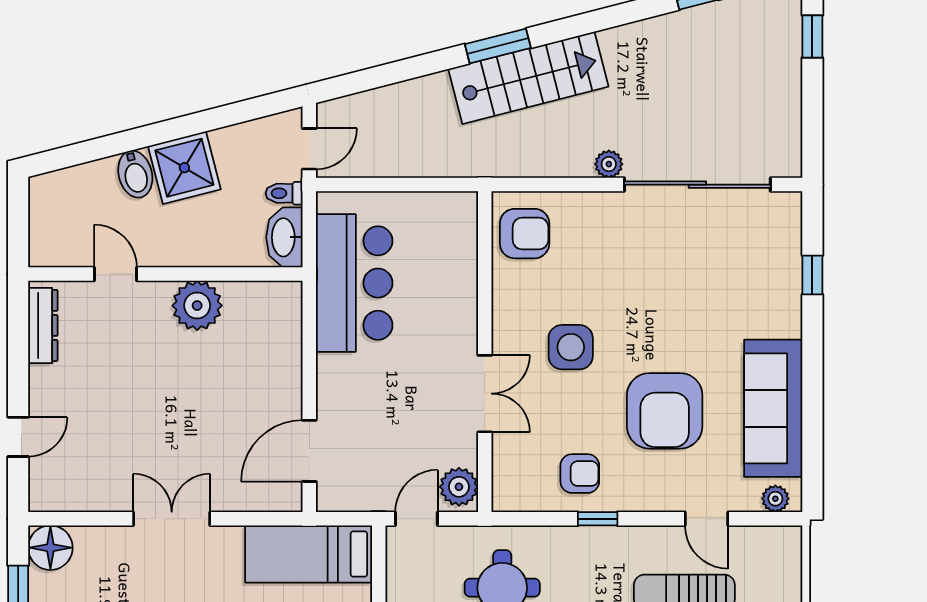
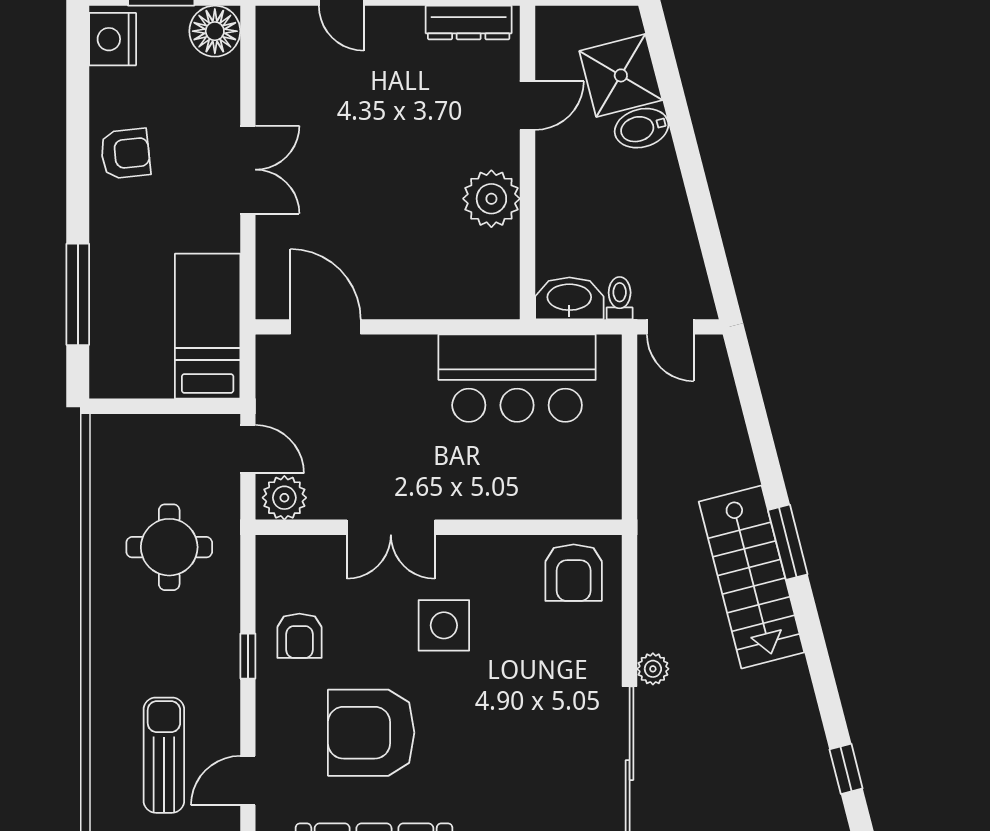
shower: (184, 168) -> (621, 75), moved

